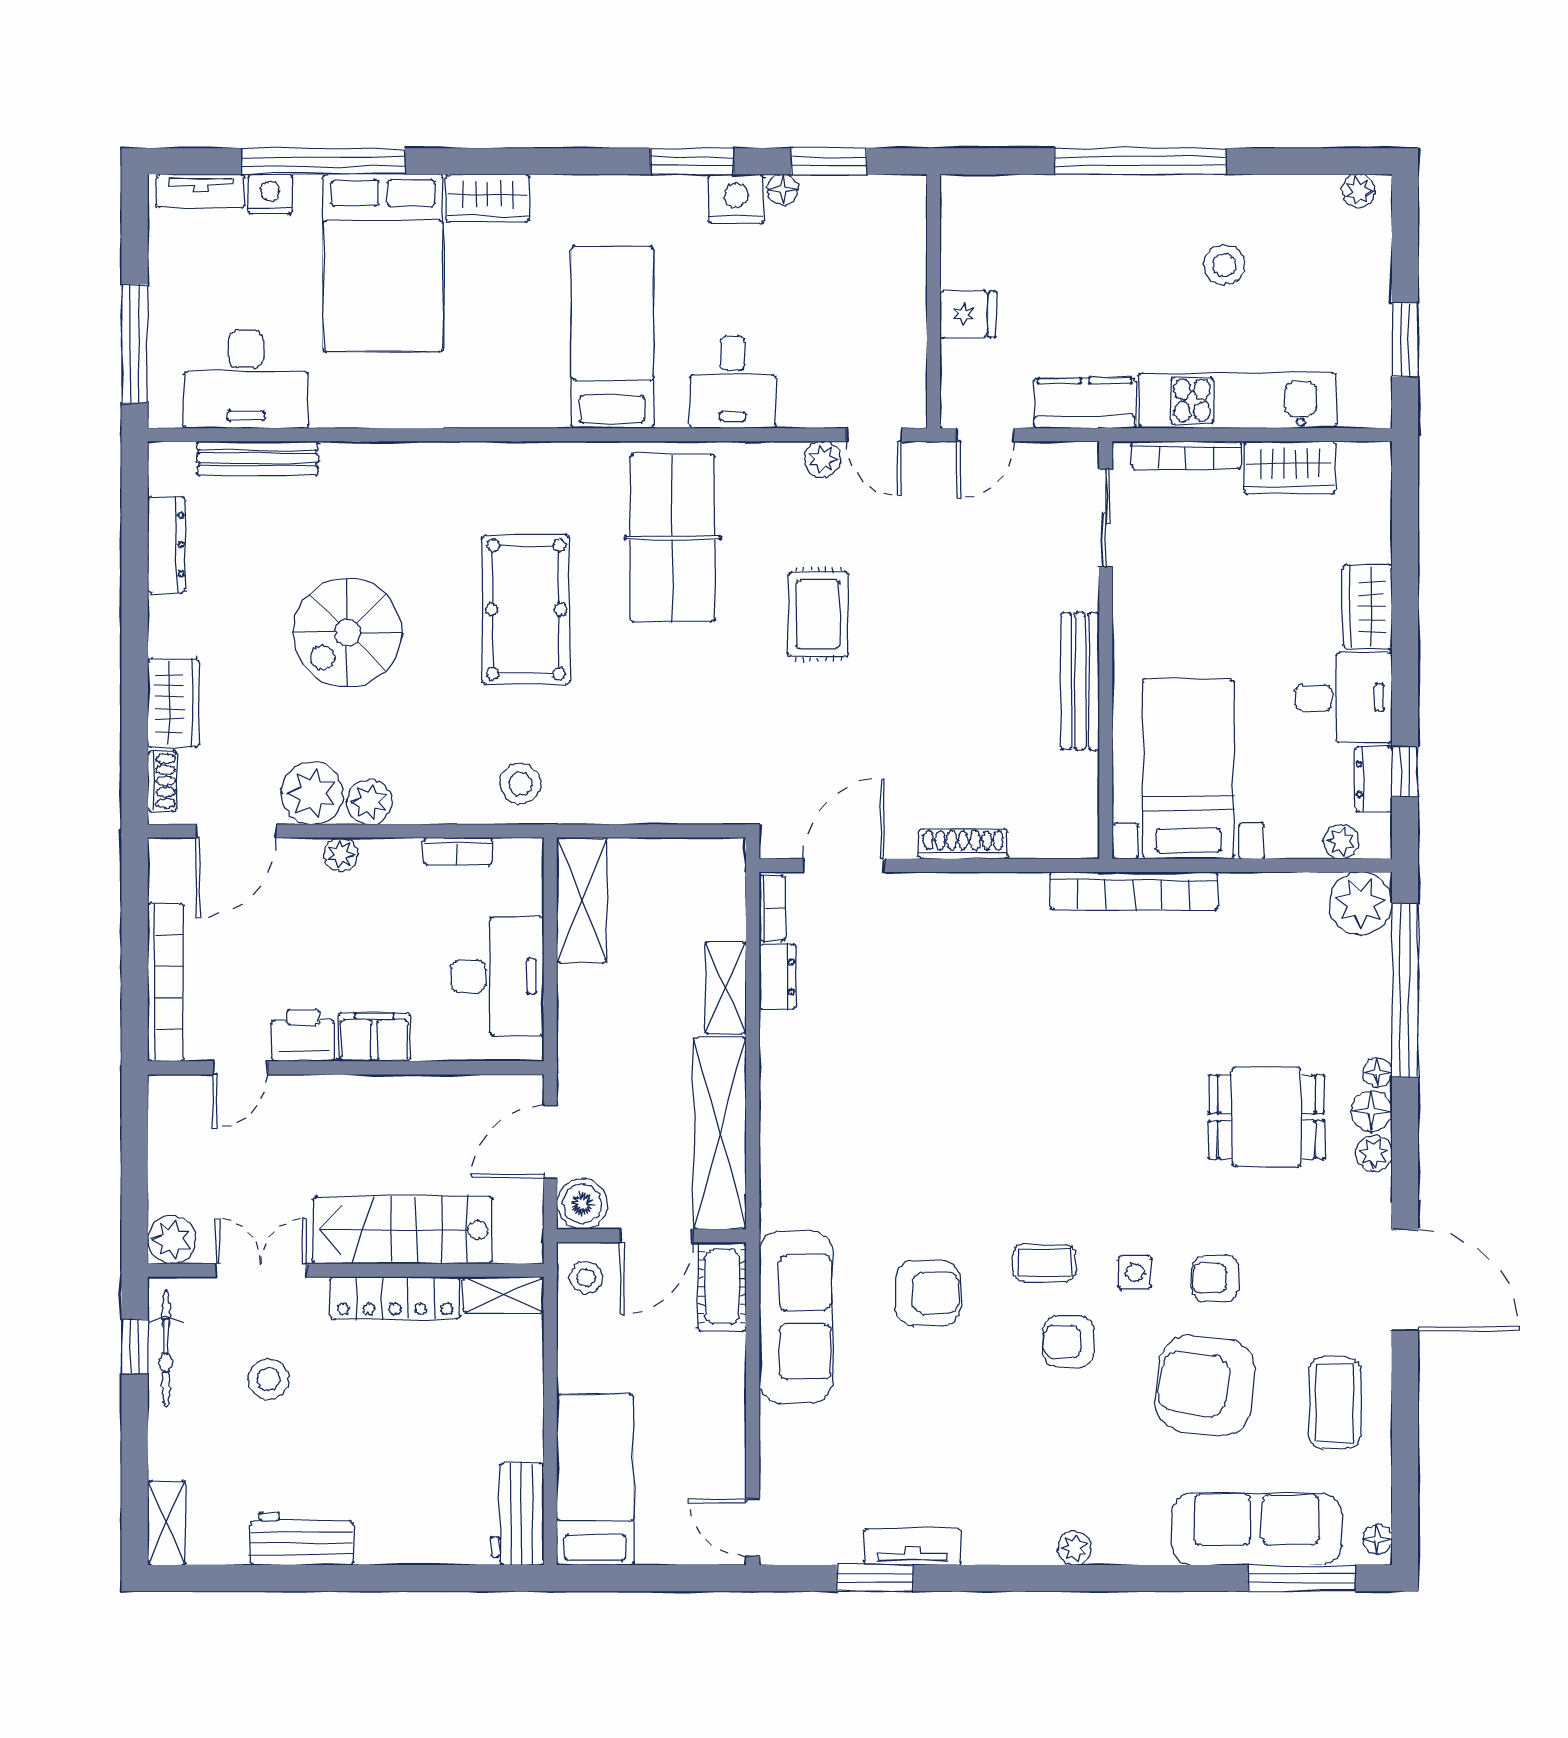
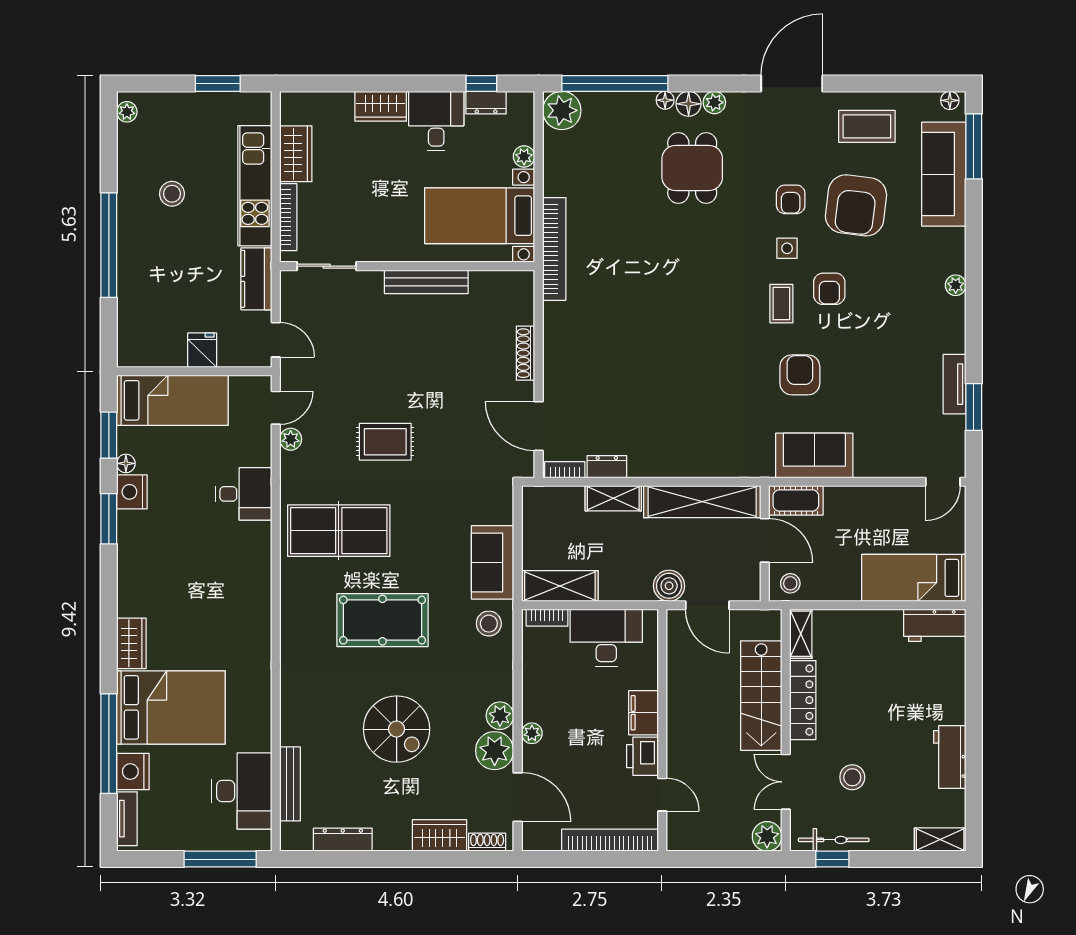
nightstand: (270, 194) -> (133, 772), width x1.36, depth x1.33
bed: (612, 337) -> (172, 400), moved, turned 180
sofa: (620, 790) -> (492, 562), added
plant: (1341, 841) -> (524, 156), moved
bookcase: (458, 851) -> (547, 618), moved, turned 90
boiler: (582, 1204) -> (669, 586), moved
sofa: (796, 1317) -> (814, 455), width x0.73

